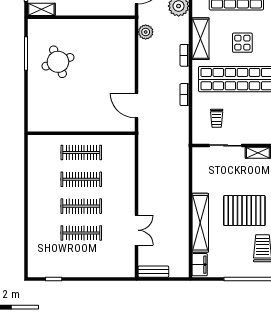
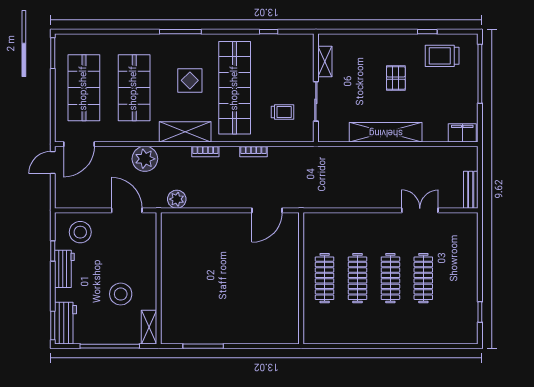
round table: (58, 62) -> (213, 307), removed
pallet: (244, 211) -> (396, 78), width x0.49, depth x0.50
shelving: (200, 223) -> (386, 132), moved

